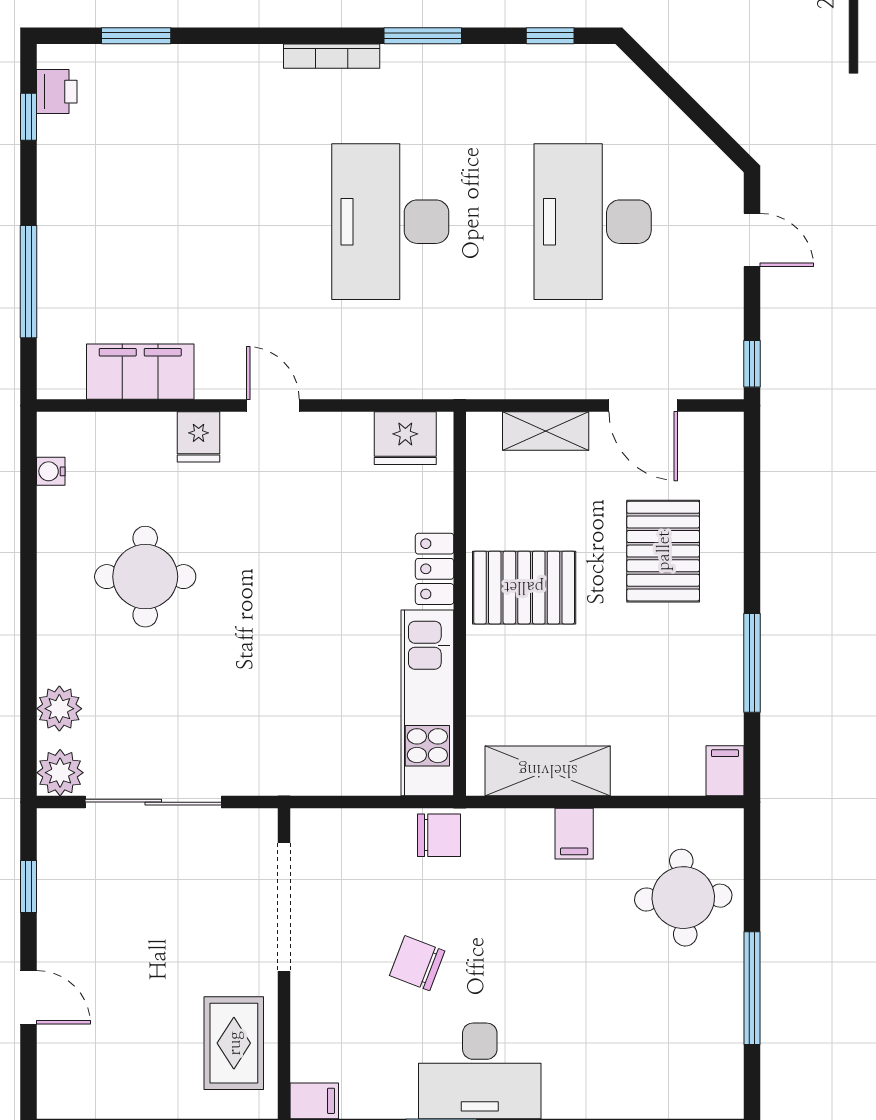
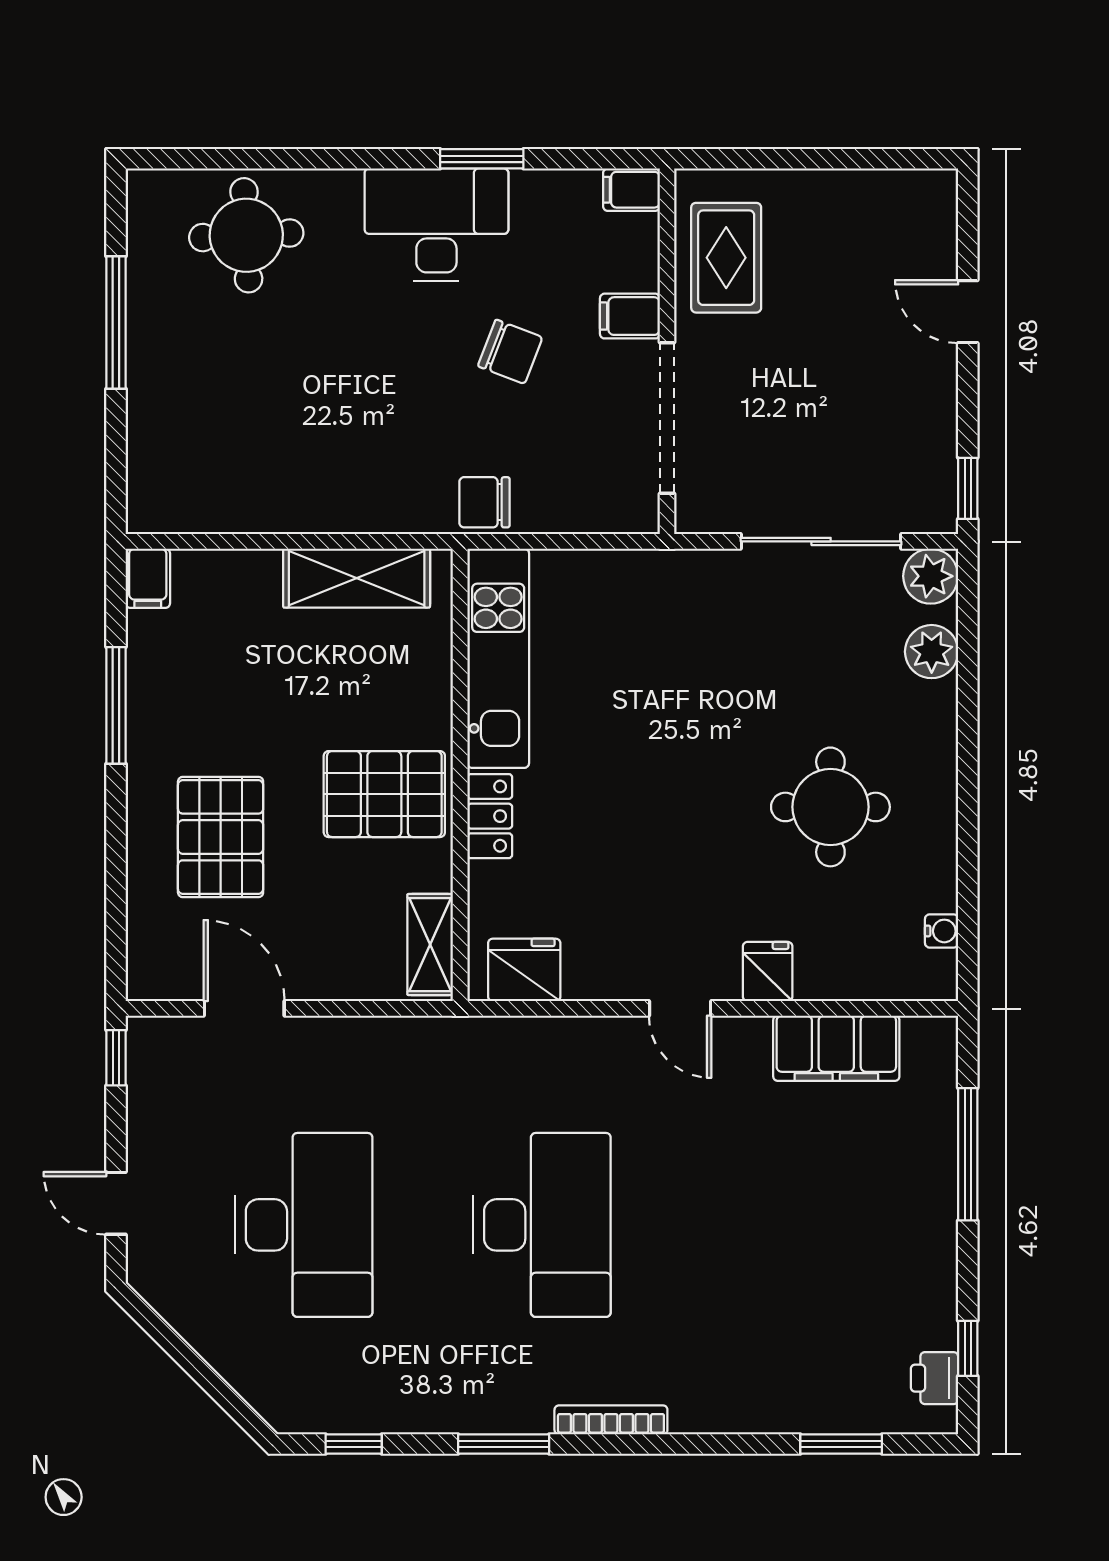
shelving: (546, 431) -> (430, 945), moved, turned 90
filing cabinet: (574, 834) -> (630, 316), moved, turned -90
window: (29, 886) -> (968, 488), moved
round table: (683, 898) -> (246, 235), moved

